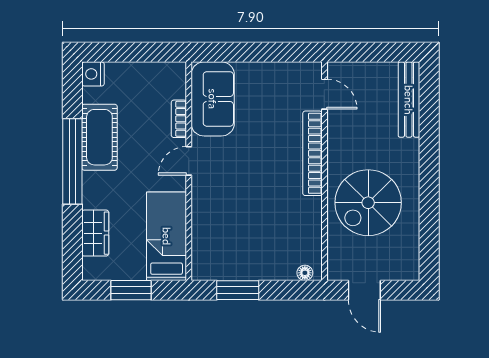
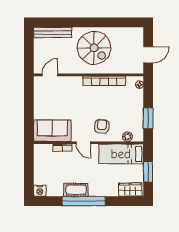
cot: (99, 137) -> (76, 190), width x0.73, depth x0.75
bookcase: (312, 153) -> (104, 81), moved
armchair: (222, 198) -> (102, 126), added
spiral stairs: (368, 203) -> (94, 48), moved
wardrobe: (95, 233) -> (130, 190), moved
plant: (201, 249) -> (128, 137), added

